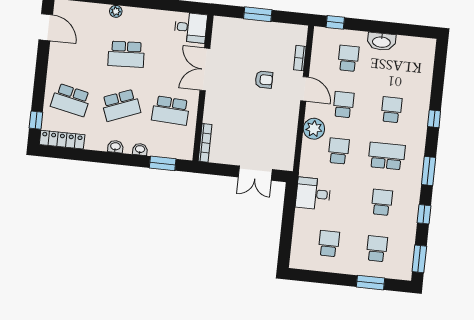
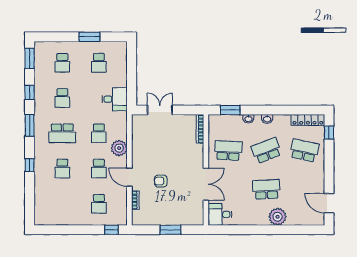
plant: (116, 11) -> (278, 217), width x1.88, depth x1.88
washbasin: (381, 42) -> (75, 219), removed
window: (371, 283) -> (89, 37), moved

